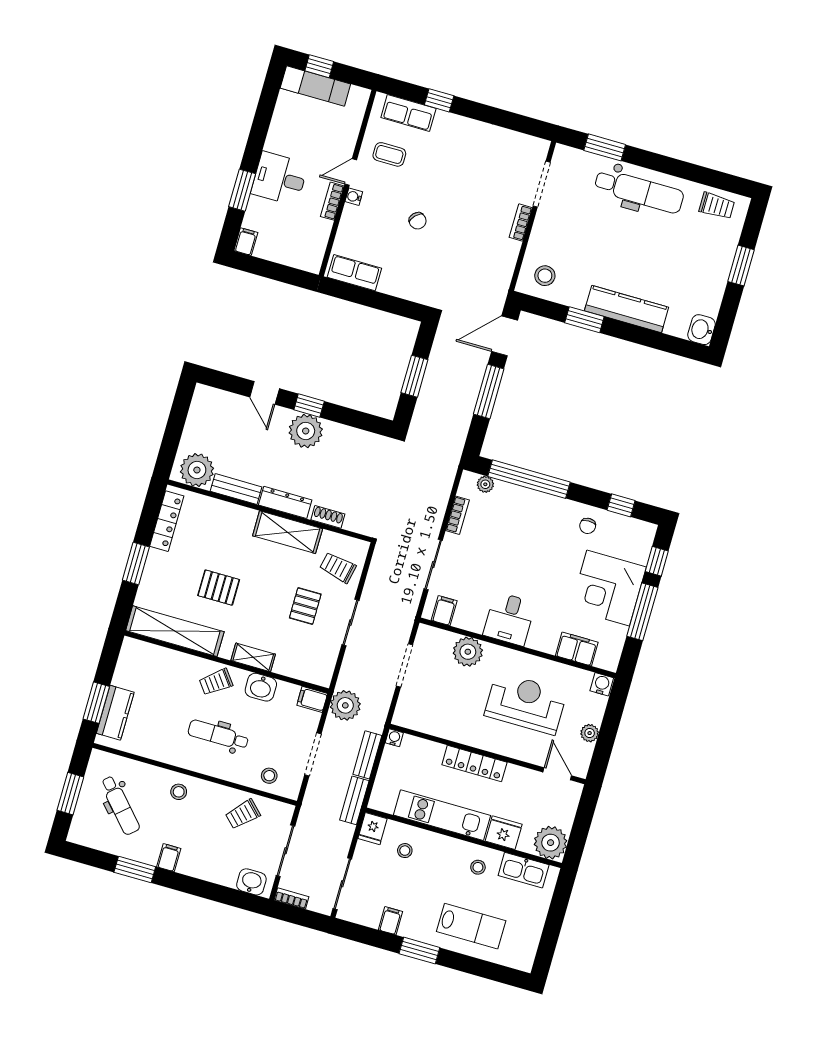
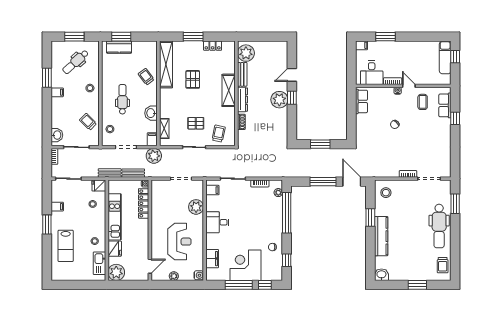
desk: (280, 179) -> (372, 73), moved, turned 180
locker: (167, 521) -> (213, 46), width x0.66
shelving: (288, 532) -> (229, 90), moved
shelving: (253, 657) -> (164, 129), moved
trolley: (216, 682) -> (146, 77), moved
locker: (474, 764) -> (144, 203), moved

